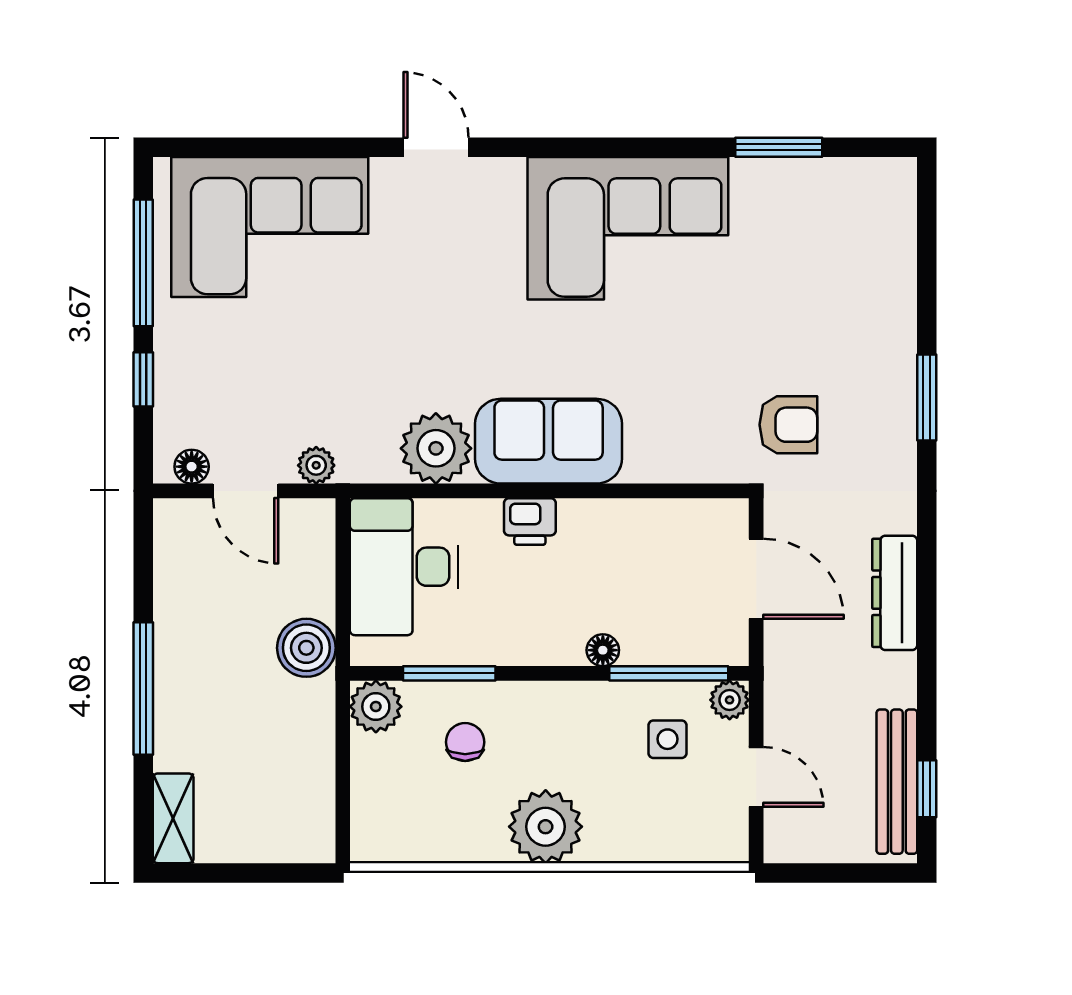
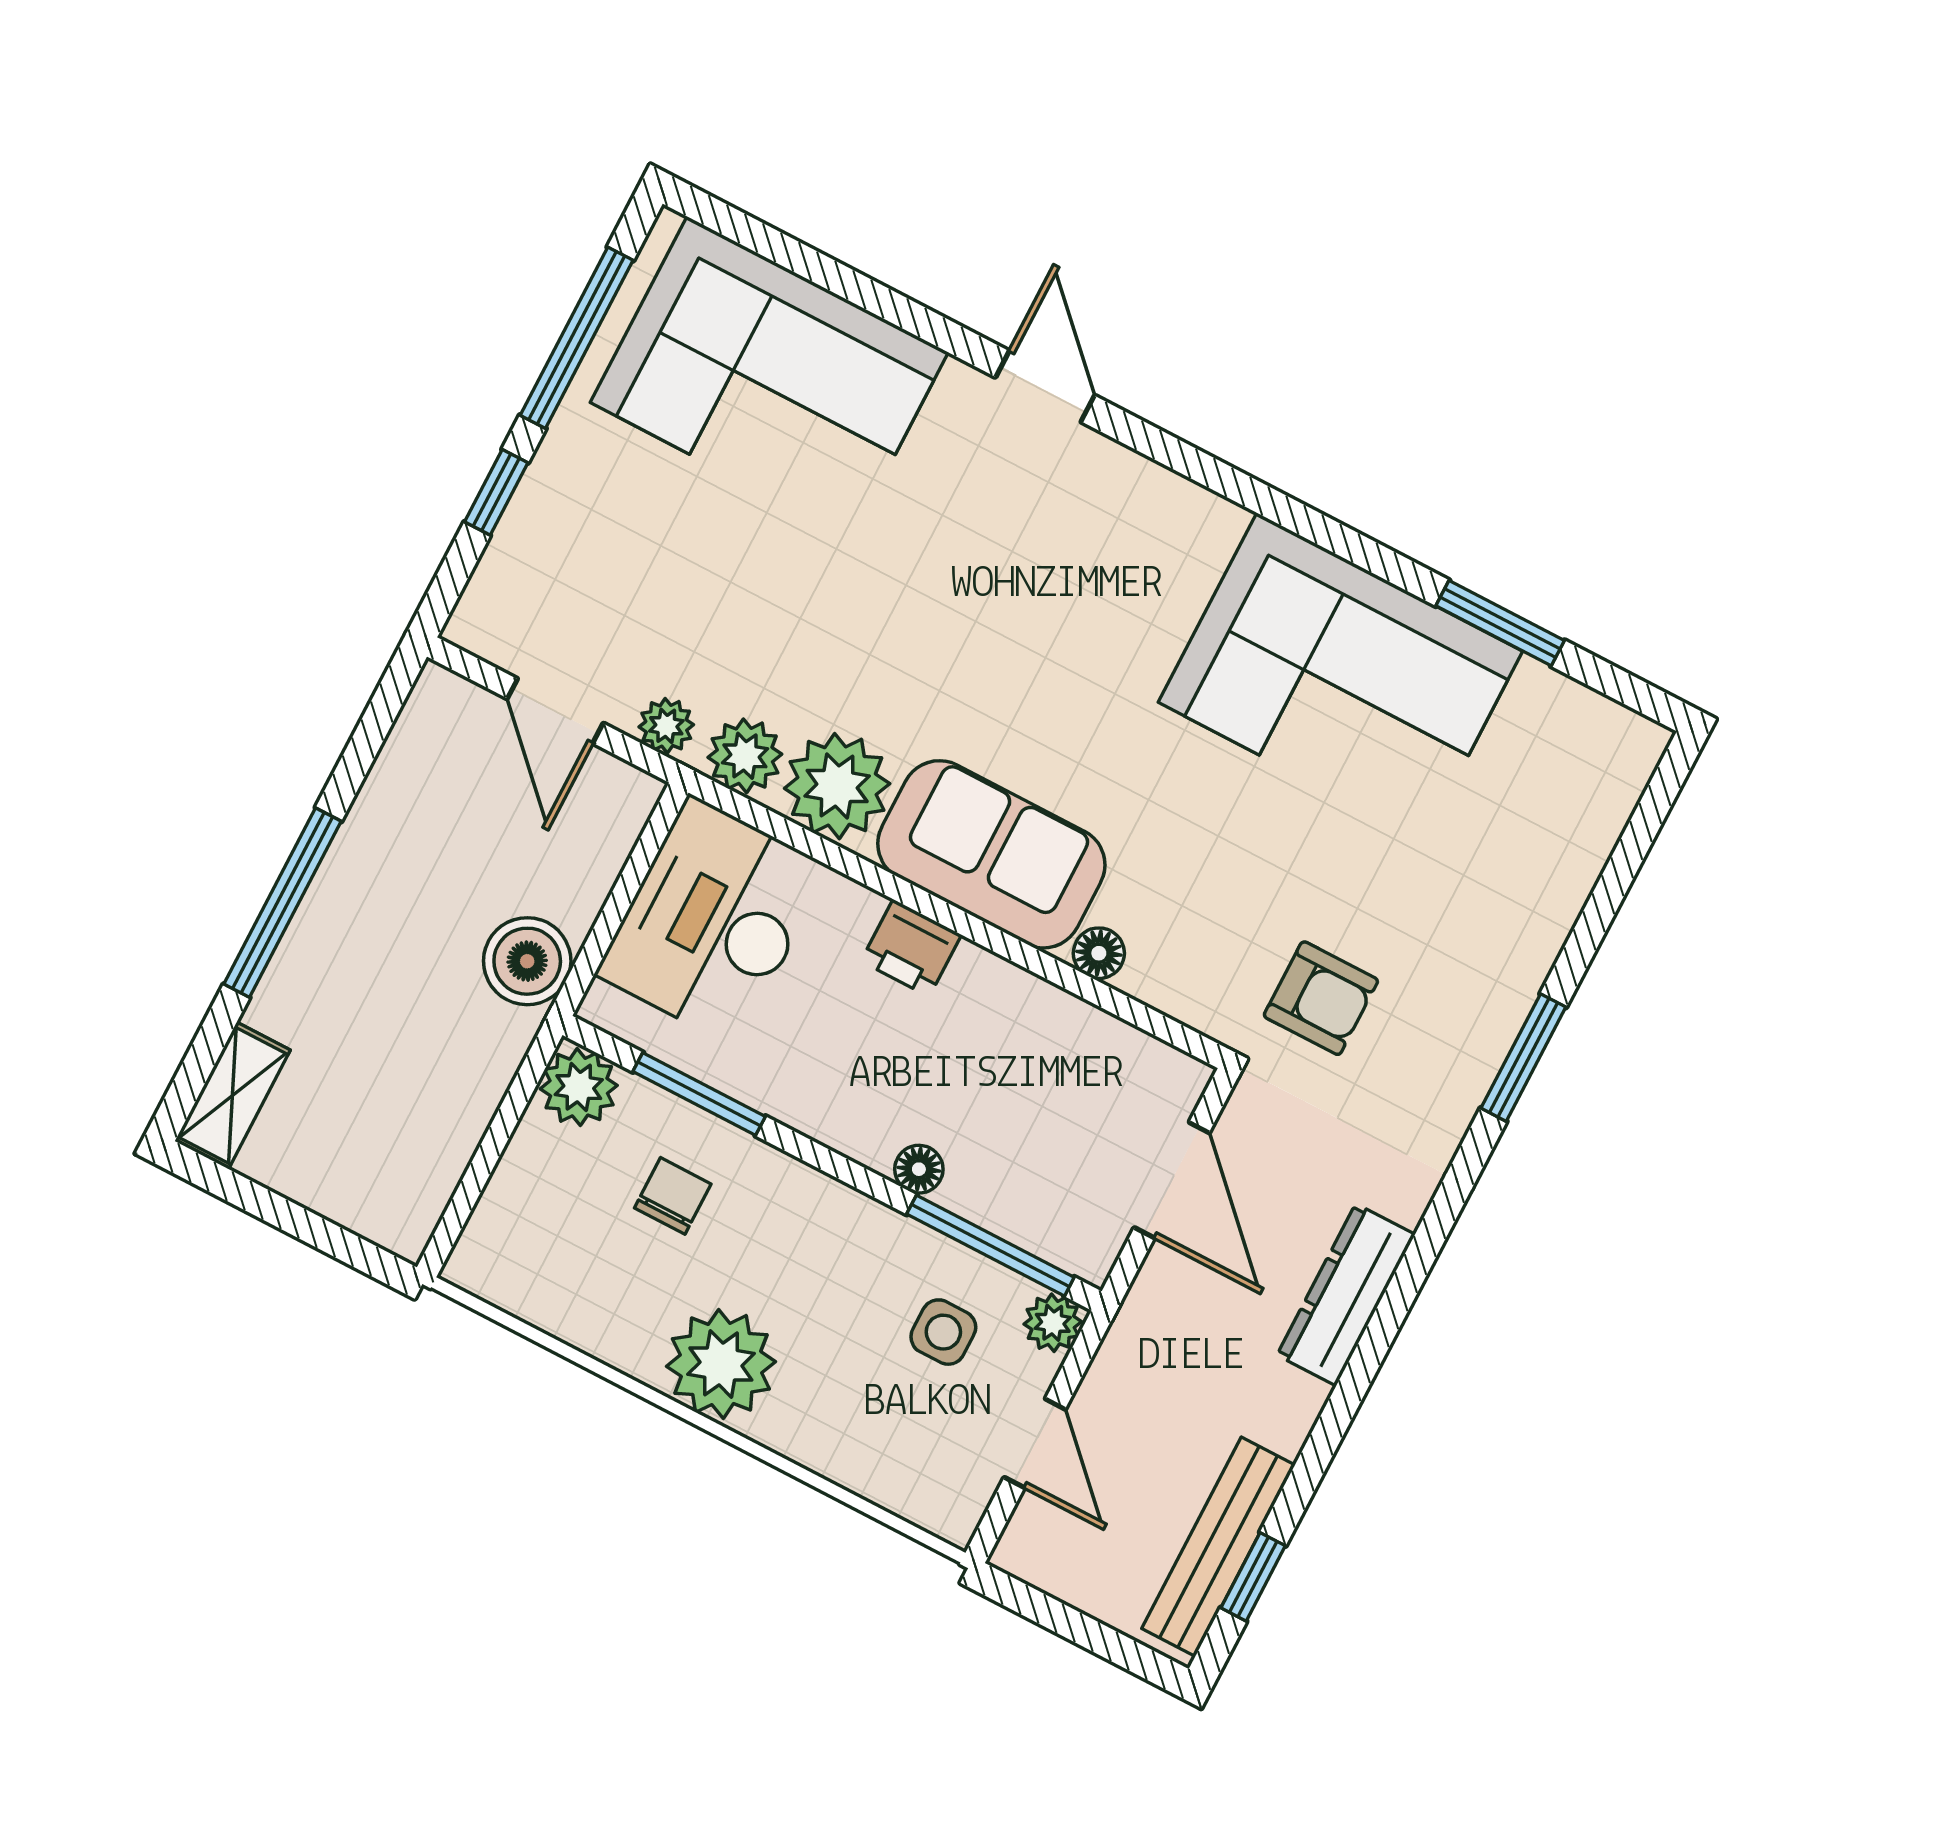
corner sofa: (628, 228) -> (1340, 677), moved
plant: (372, 459) -> (745, 756), added
floor lamp: (192, 467) -> (1099, 953), moved

